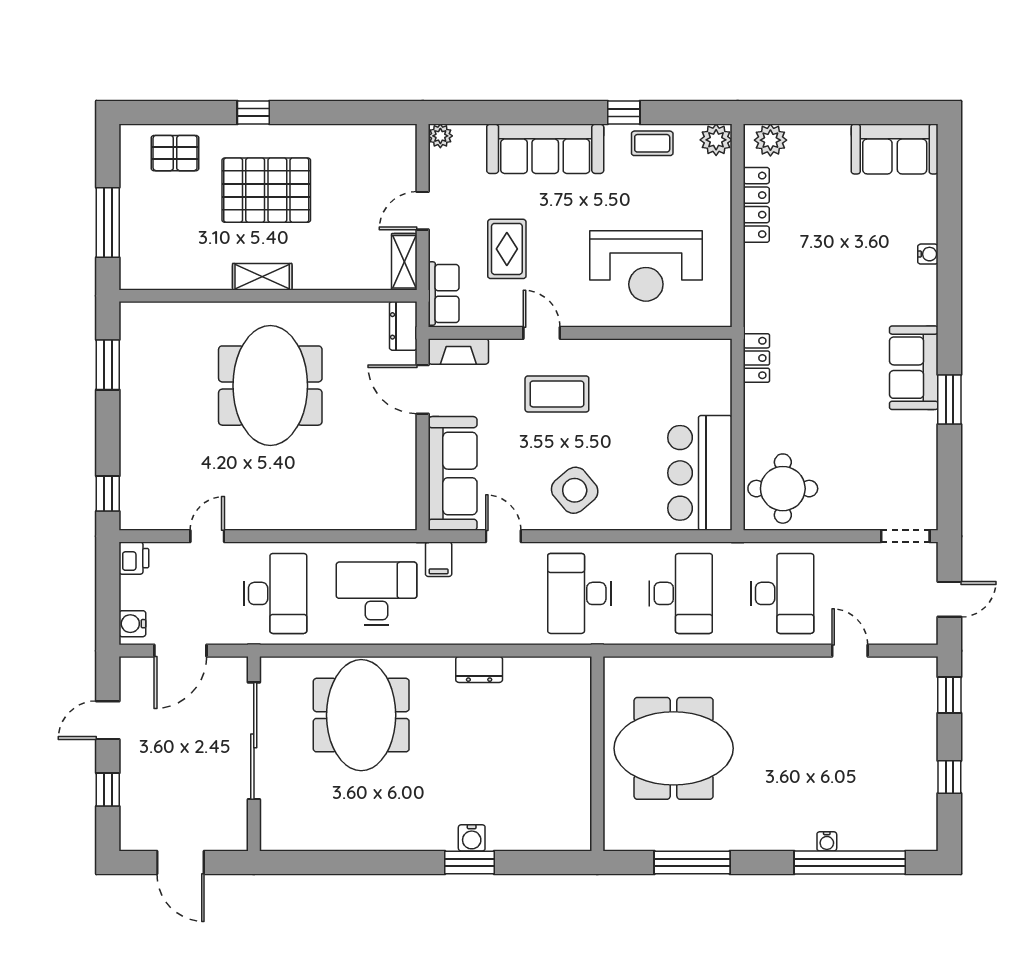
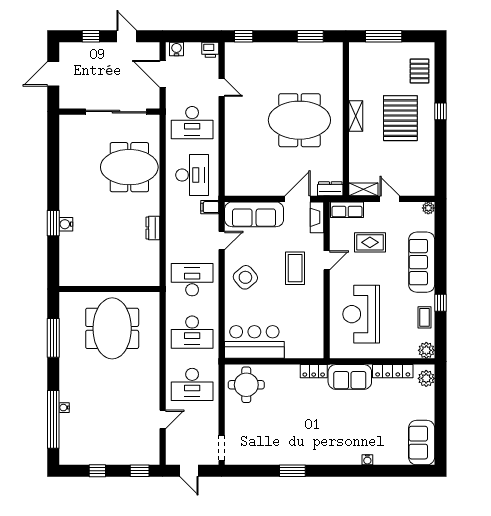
sofa: (914, 368) -> (350, 377), moved, turned 180

